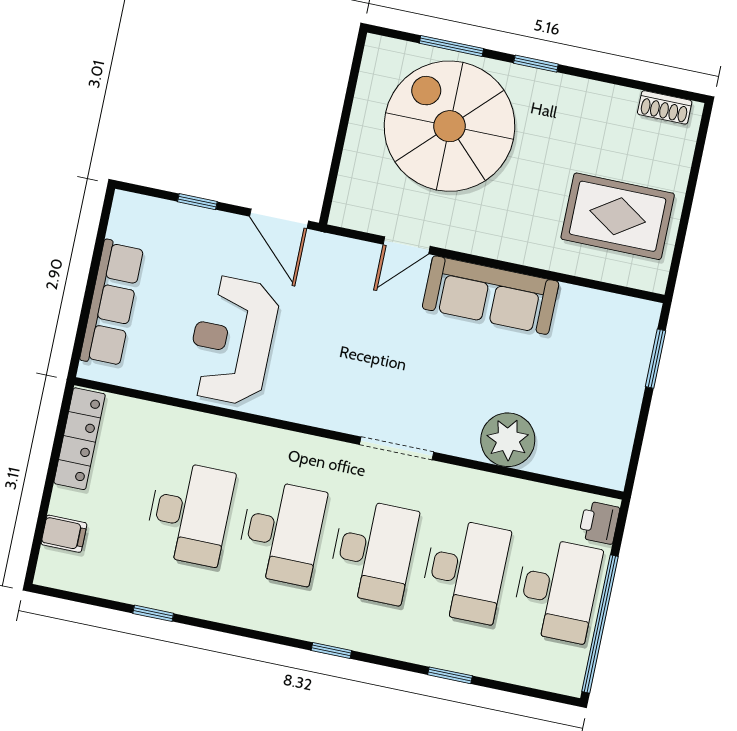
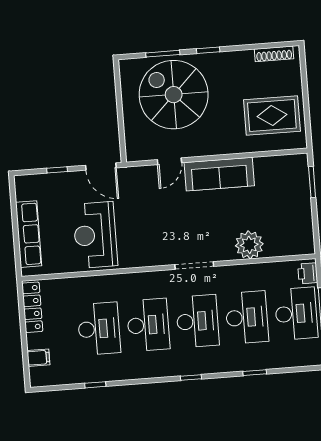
shoe rack: (665, 107) -> (274, 54), width x1.43

